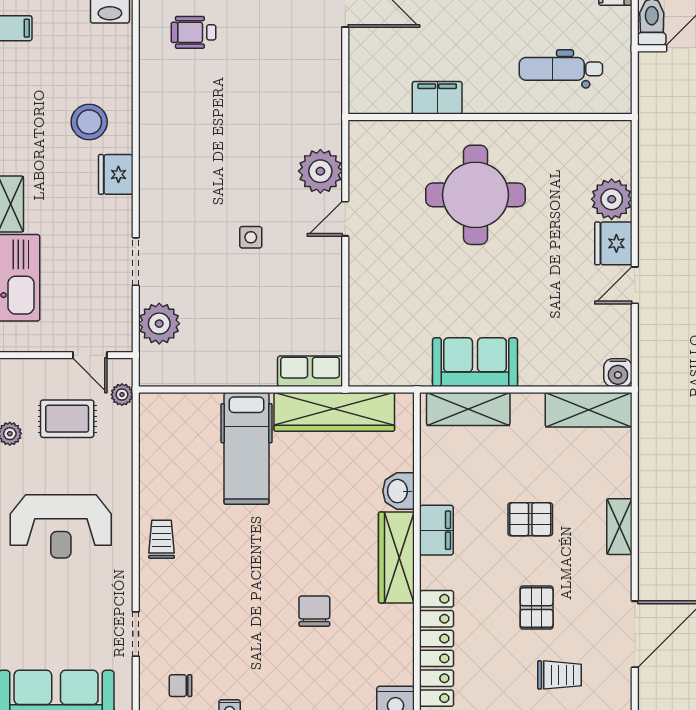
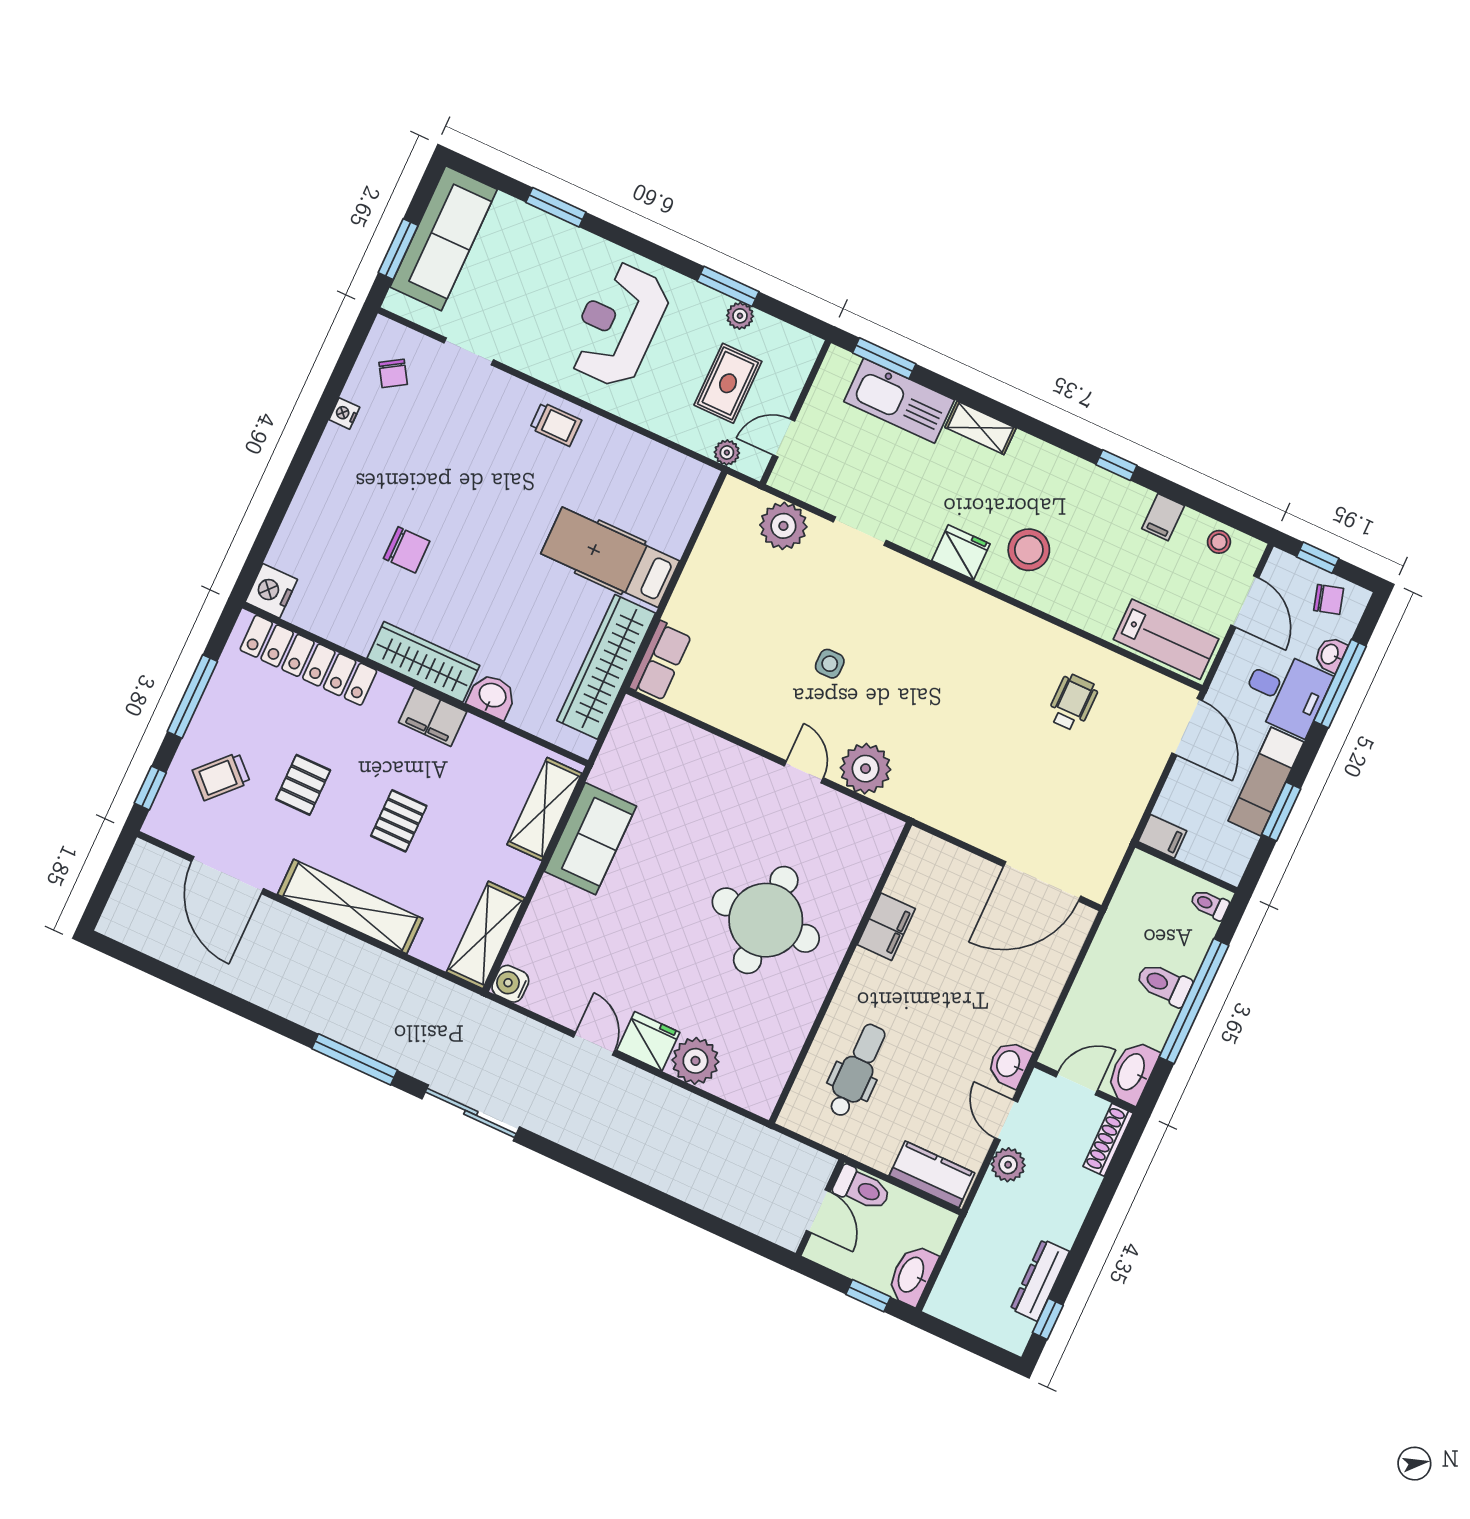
shelving: (619, 527) -> (350, 907), width x2.20, depth x1.33
pallet: (537, 608) -> (303, 785), turned 90
trolley: (560, 675) -> (221, 776), turned 44
chair: (180, 686) -> (393, 373), turned 148

